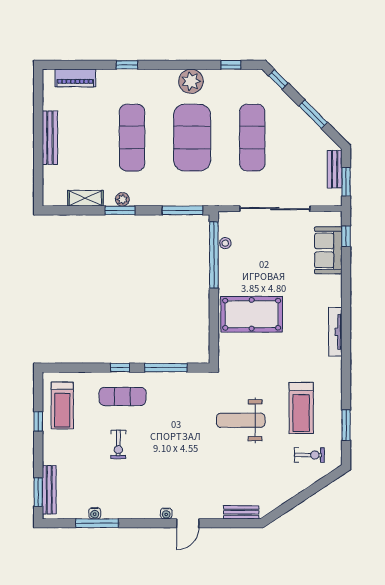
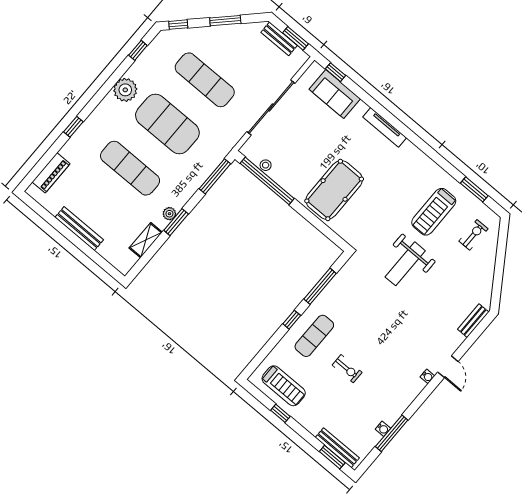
tv unit: (335, 332) -> (385, 127), moved
treadmill: (301, 408) -> (434, 212), turned 90

